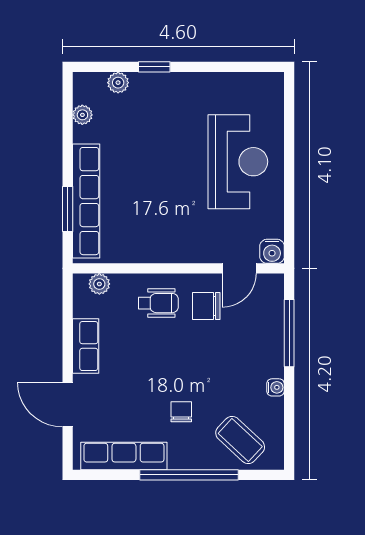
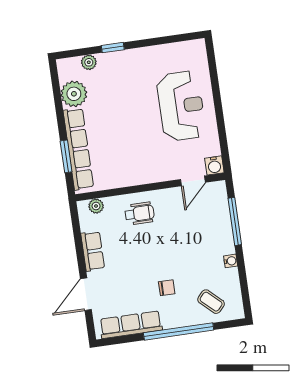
plant: (82, 115) -> (74, 94), width x1.88, depth x1.88
chair: (206, 306) -> (174, 211), removed
door: (68, 405) -> (86, 294), hinge flipped
chair: (181, 412) -> (167, 288), turned 90
coffee table: (240, 440) -> (211, 302), width x0.73, depth x0.77

